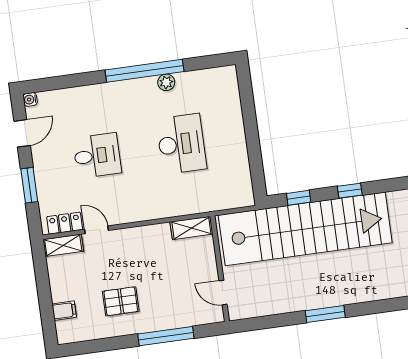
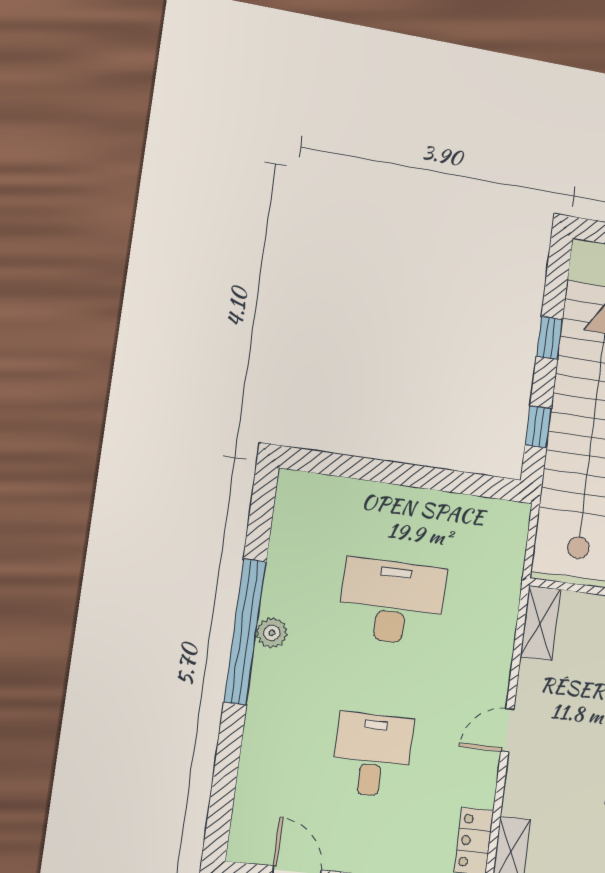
plant: (166, 82) -> (272, 633), moved
water cooler: (30, 99) -> (239, 850), removed
door: (96, 230) -> (507, 730), moved

